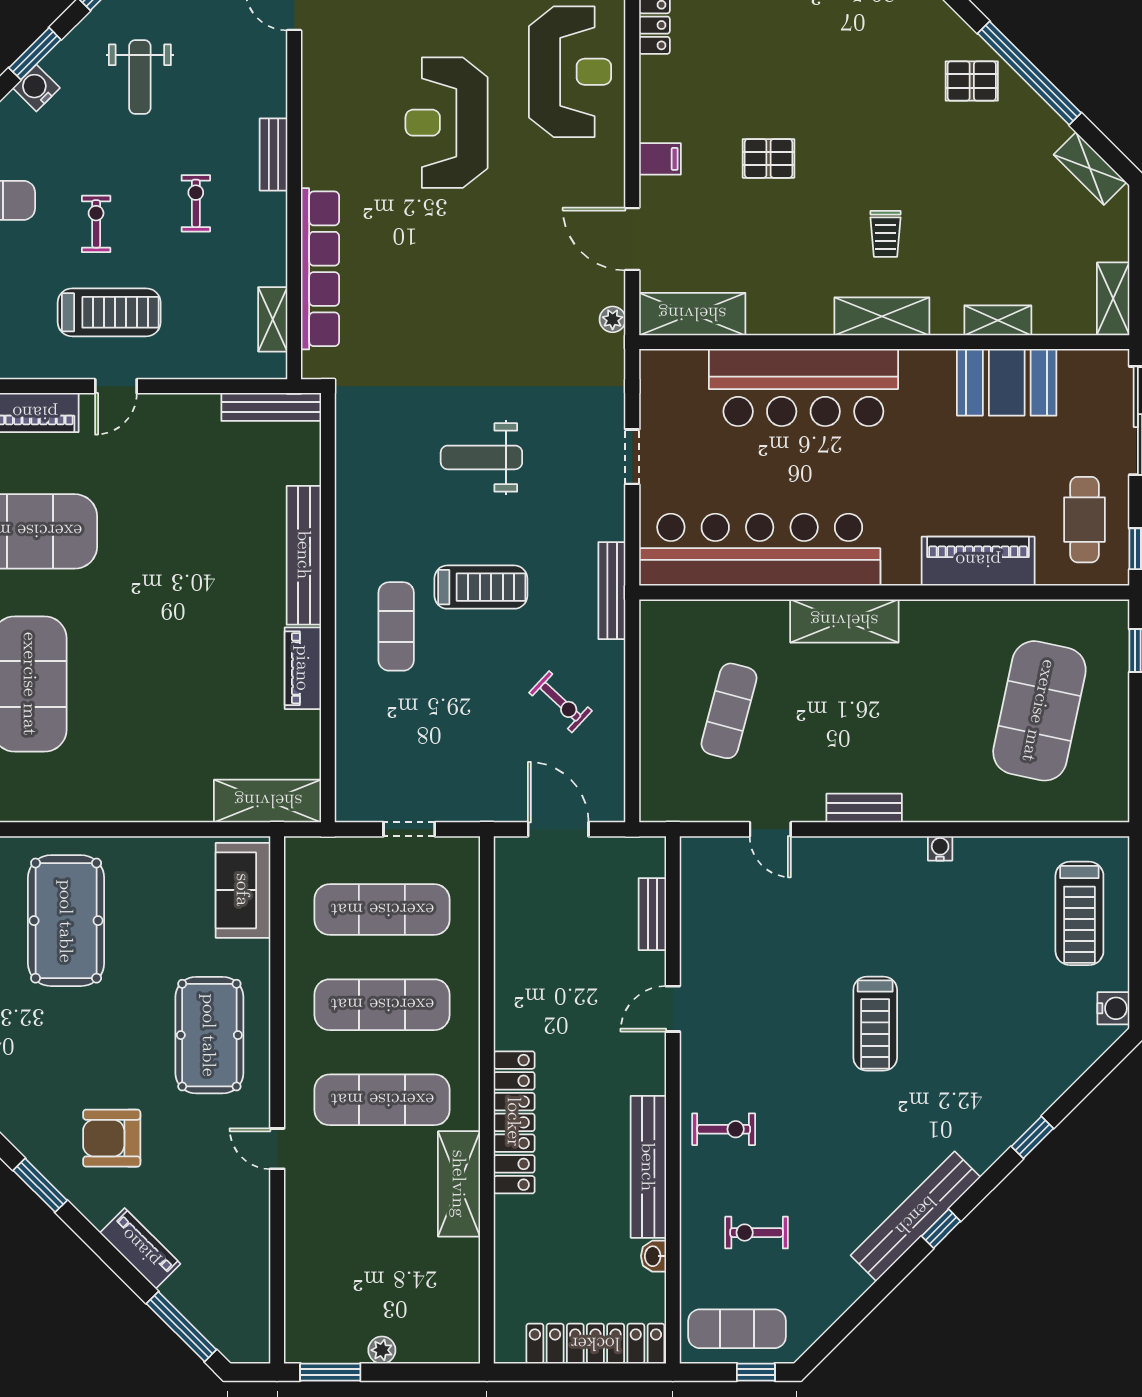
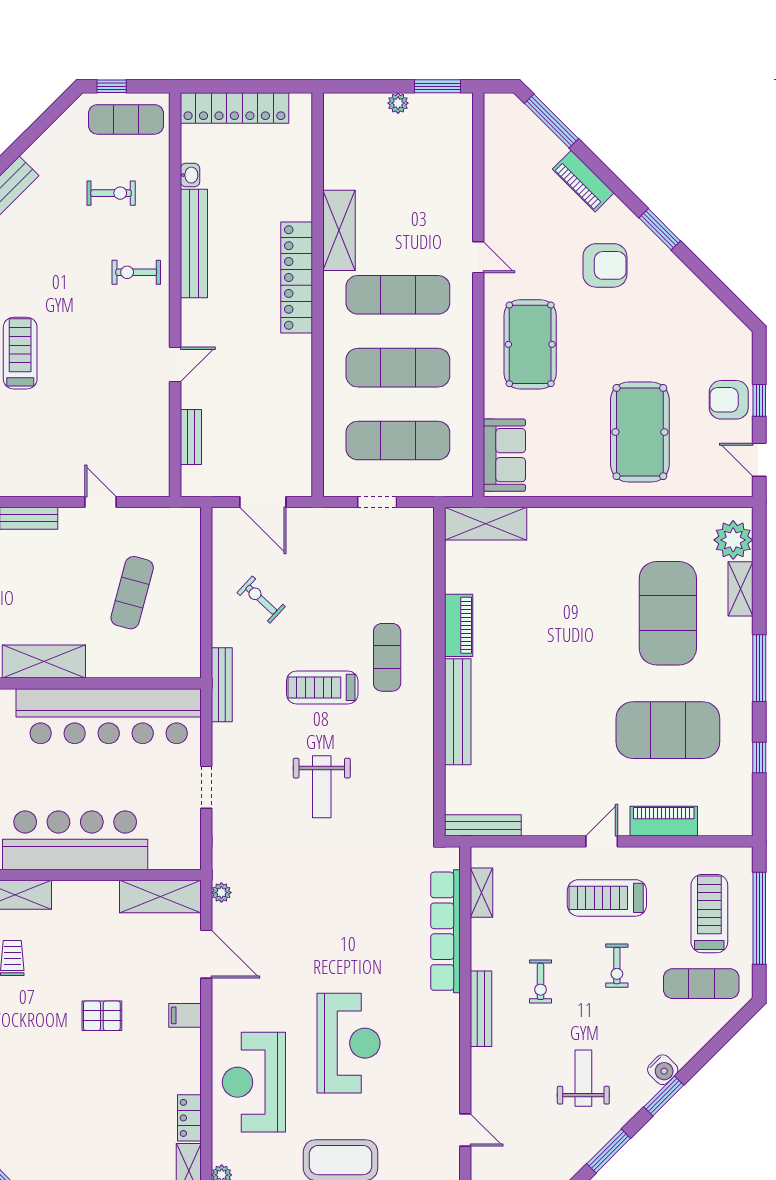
bench: (273, 154) -> (481, 1009), width x1.36
weight bench: (481, 457) -> (322, 787), turned 90

